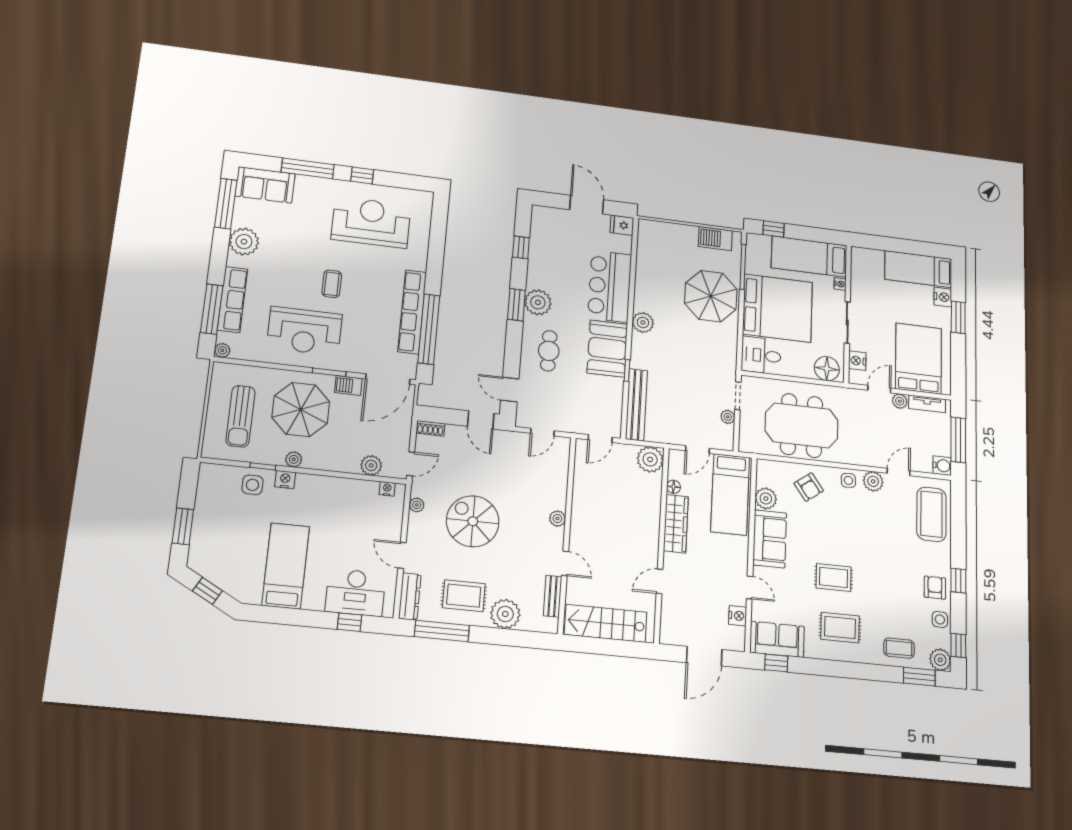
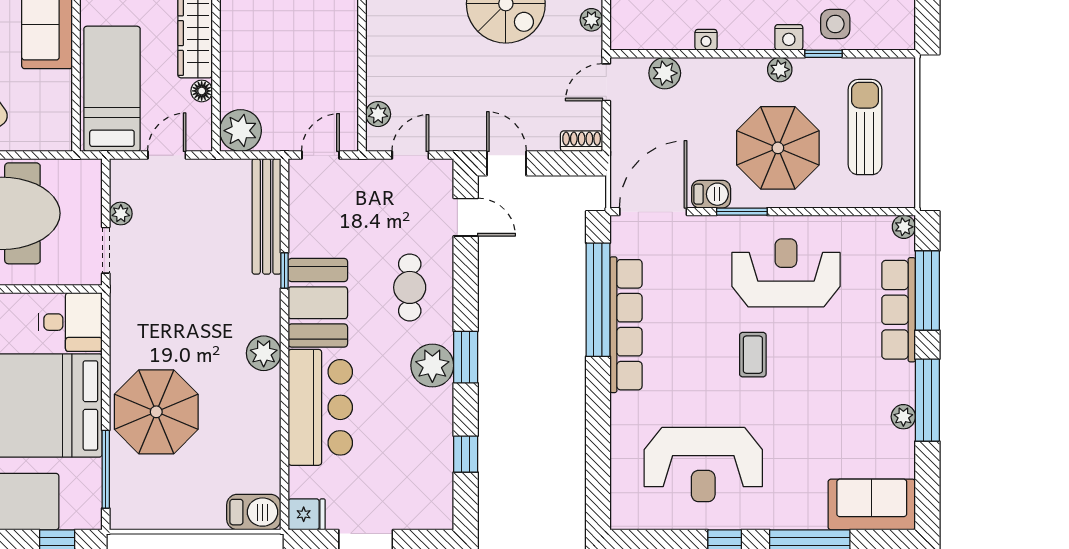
window: (226, 204) -> (927, 400), moved
barbecue: (715, 239) -> (254, 512), moved
plant: (244, 242) -> (903, 417), width x0.53, depth x0.53
nightstand: (387, 489) -> (706, 40), moved
plant: (766, 498) -> (55, 88), removed
plant: (557, 519) -> (378, 114), moved

